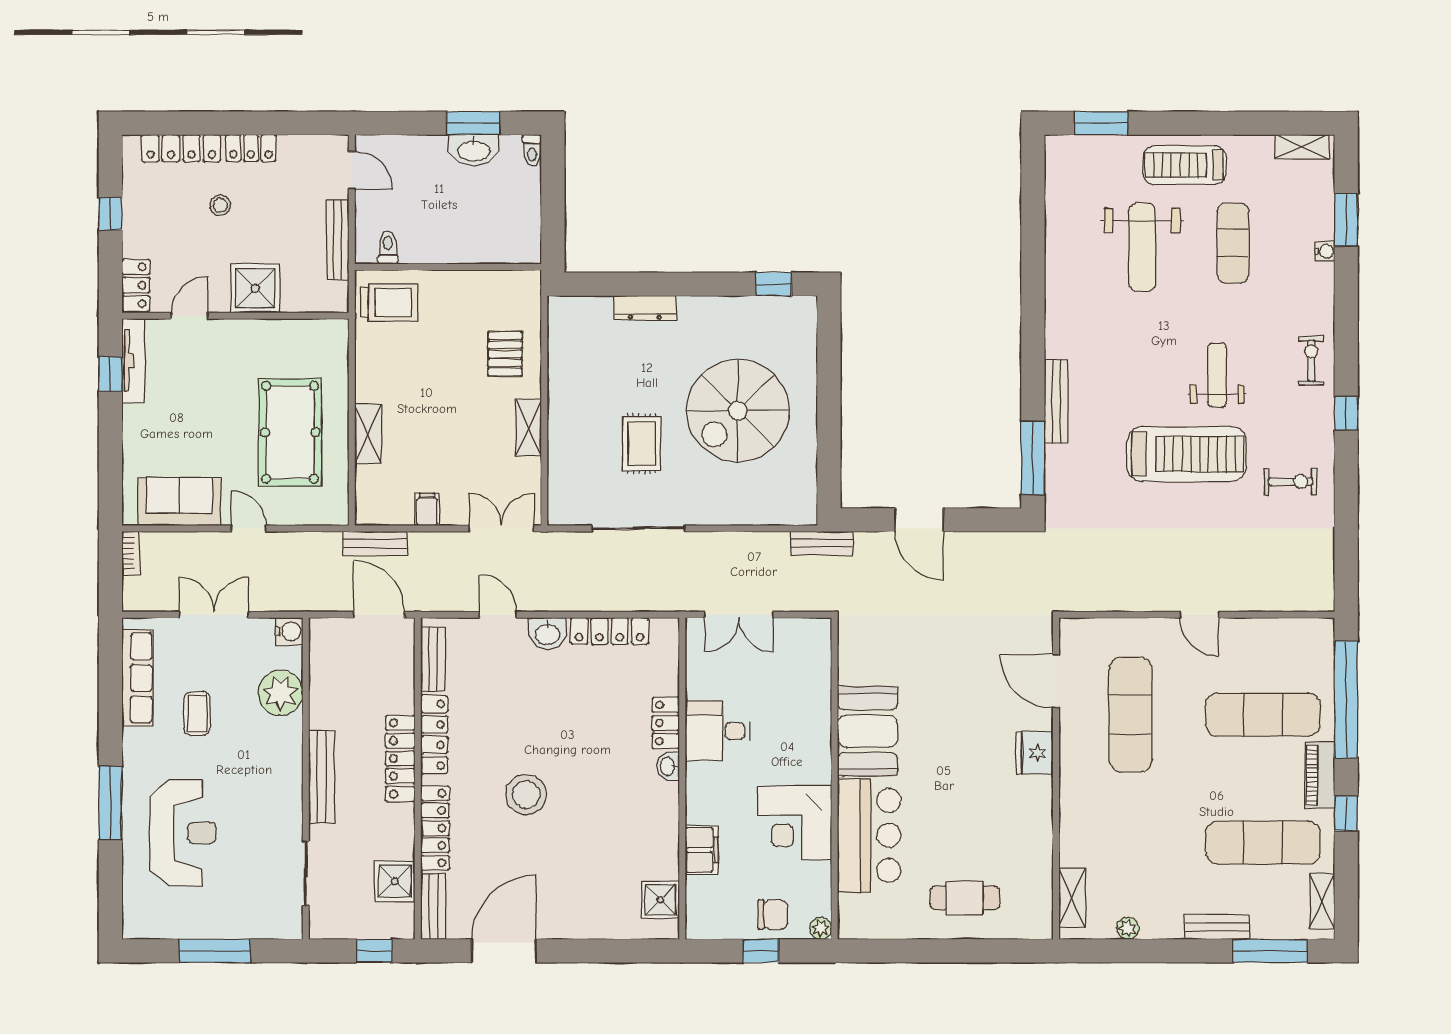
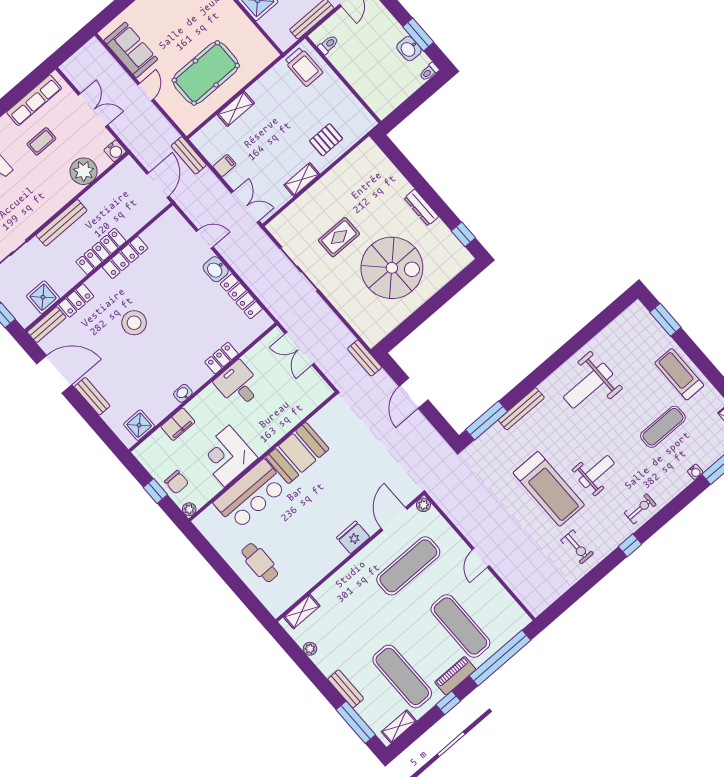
washbasin: (474, 150) -> (409, 49), width x0.72
weight bench: (1142, 247) -> (588, 386), moved
dresser: (645, 308) -> (421, 207), moved
spiral stairs: (738, 411) -> (392, 268), turned 180
bookcase: (131, 553) -> (88, 48), removed
door: (498, 615) -> (205, 239), hinge flipped
plant: (1070, 629) -> (423, 505), added
bench: (433, 659) -> (92, 396), moved, turned 90
washbasin: (668, 766) -> (183, 393), moved
locker: (435, 828) -> (76, 300), width x0.66

